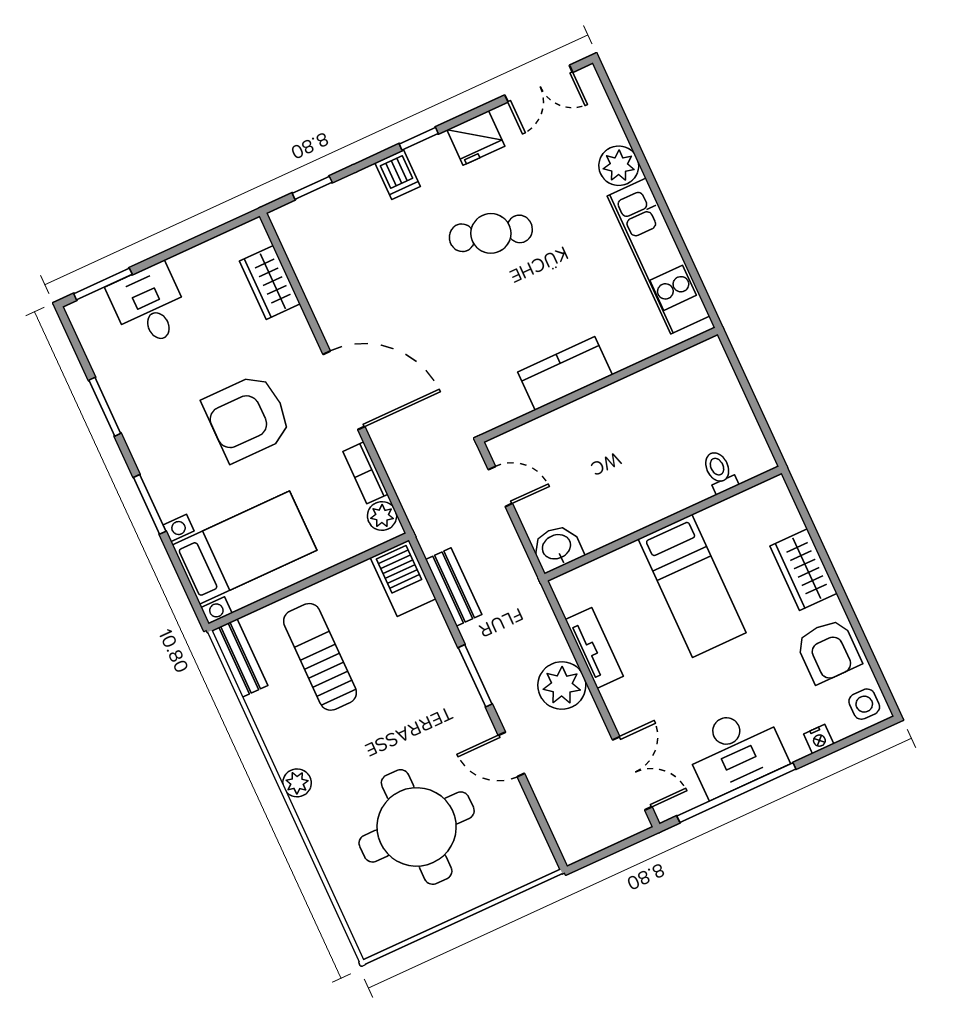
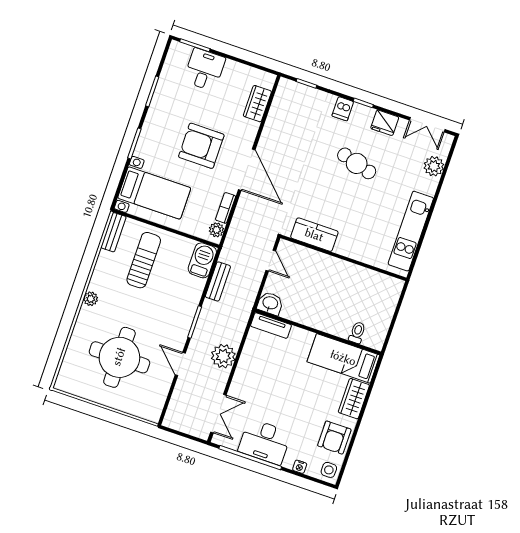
plant: (619, 166) -> (434, 166), moved
kitchen counter: (565, 373) -> (314, 235), moved
bed: (692, 586) -> (343, 358), moved, turned 90
tv unit: (594, 648) -> (271, 325), moved, turned 90

